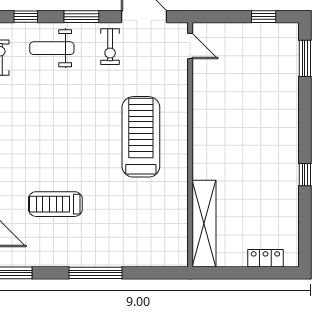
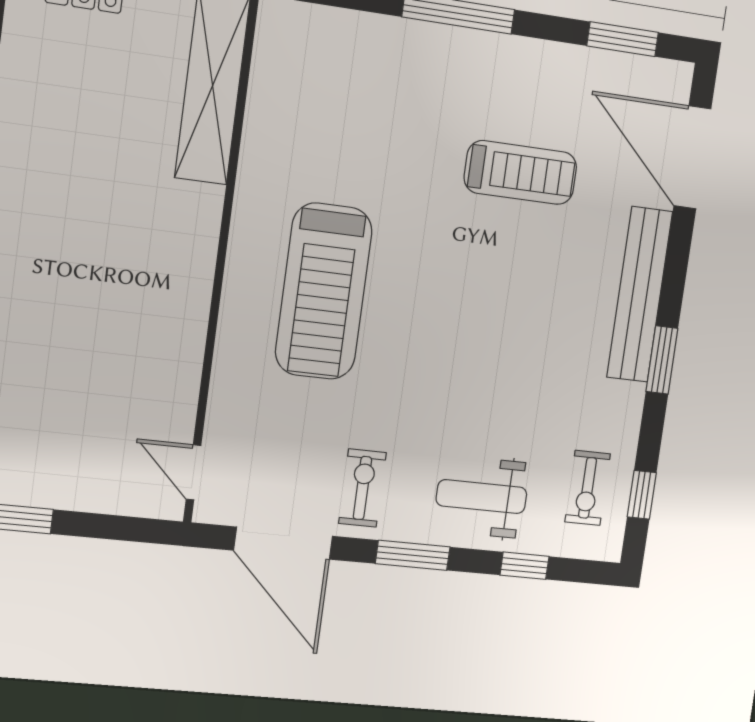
weight bench: (52, 48) -> (482, 497), turned 180

